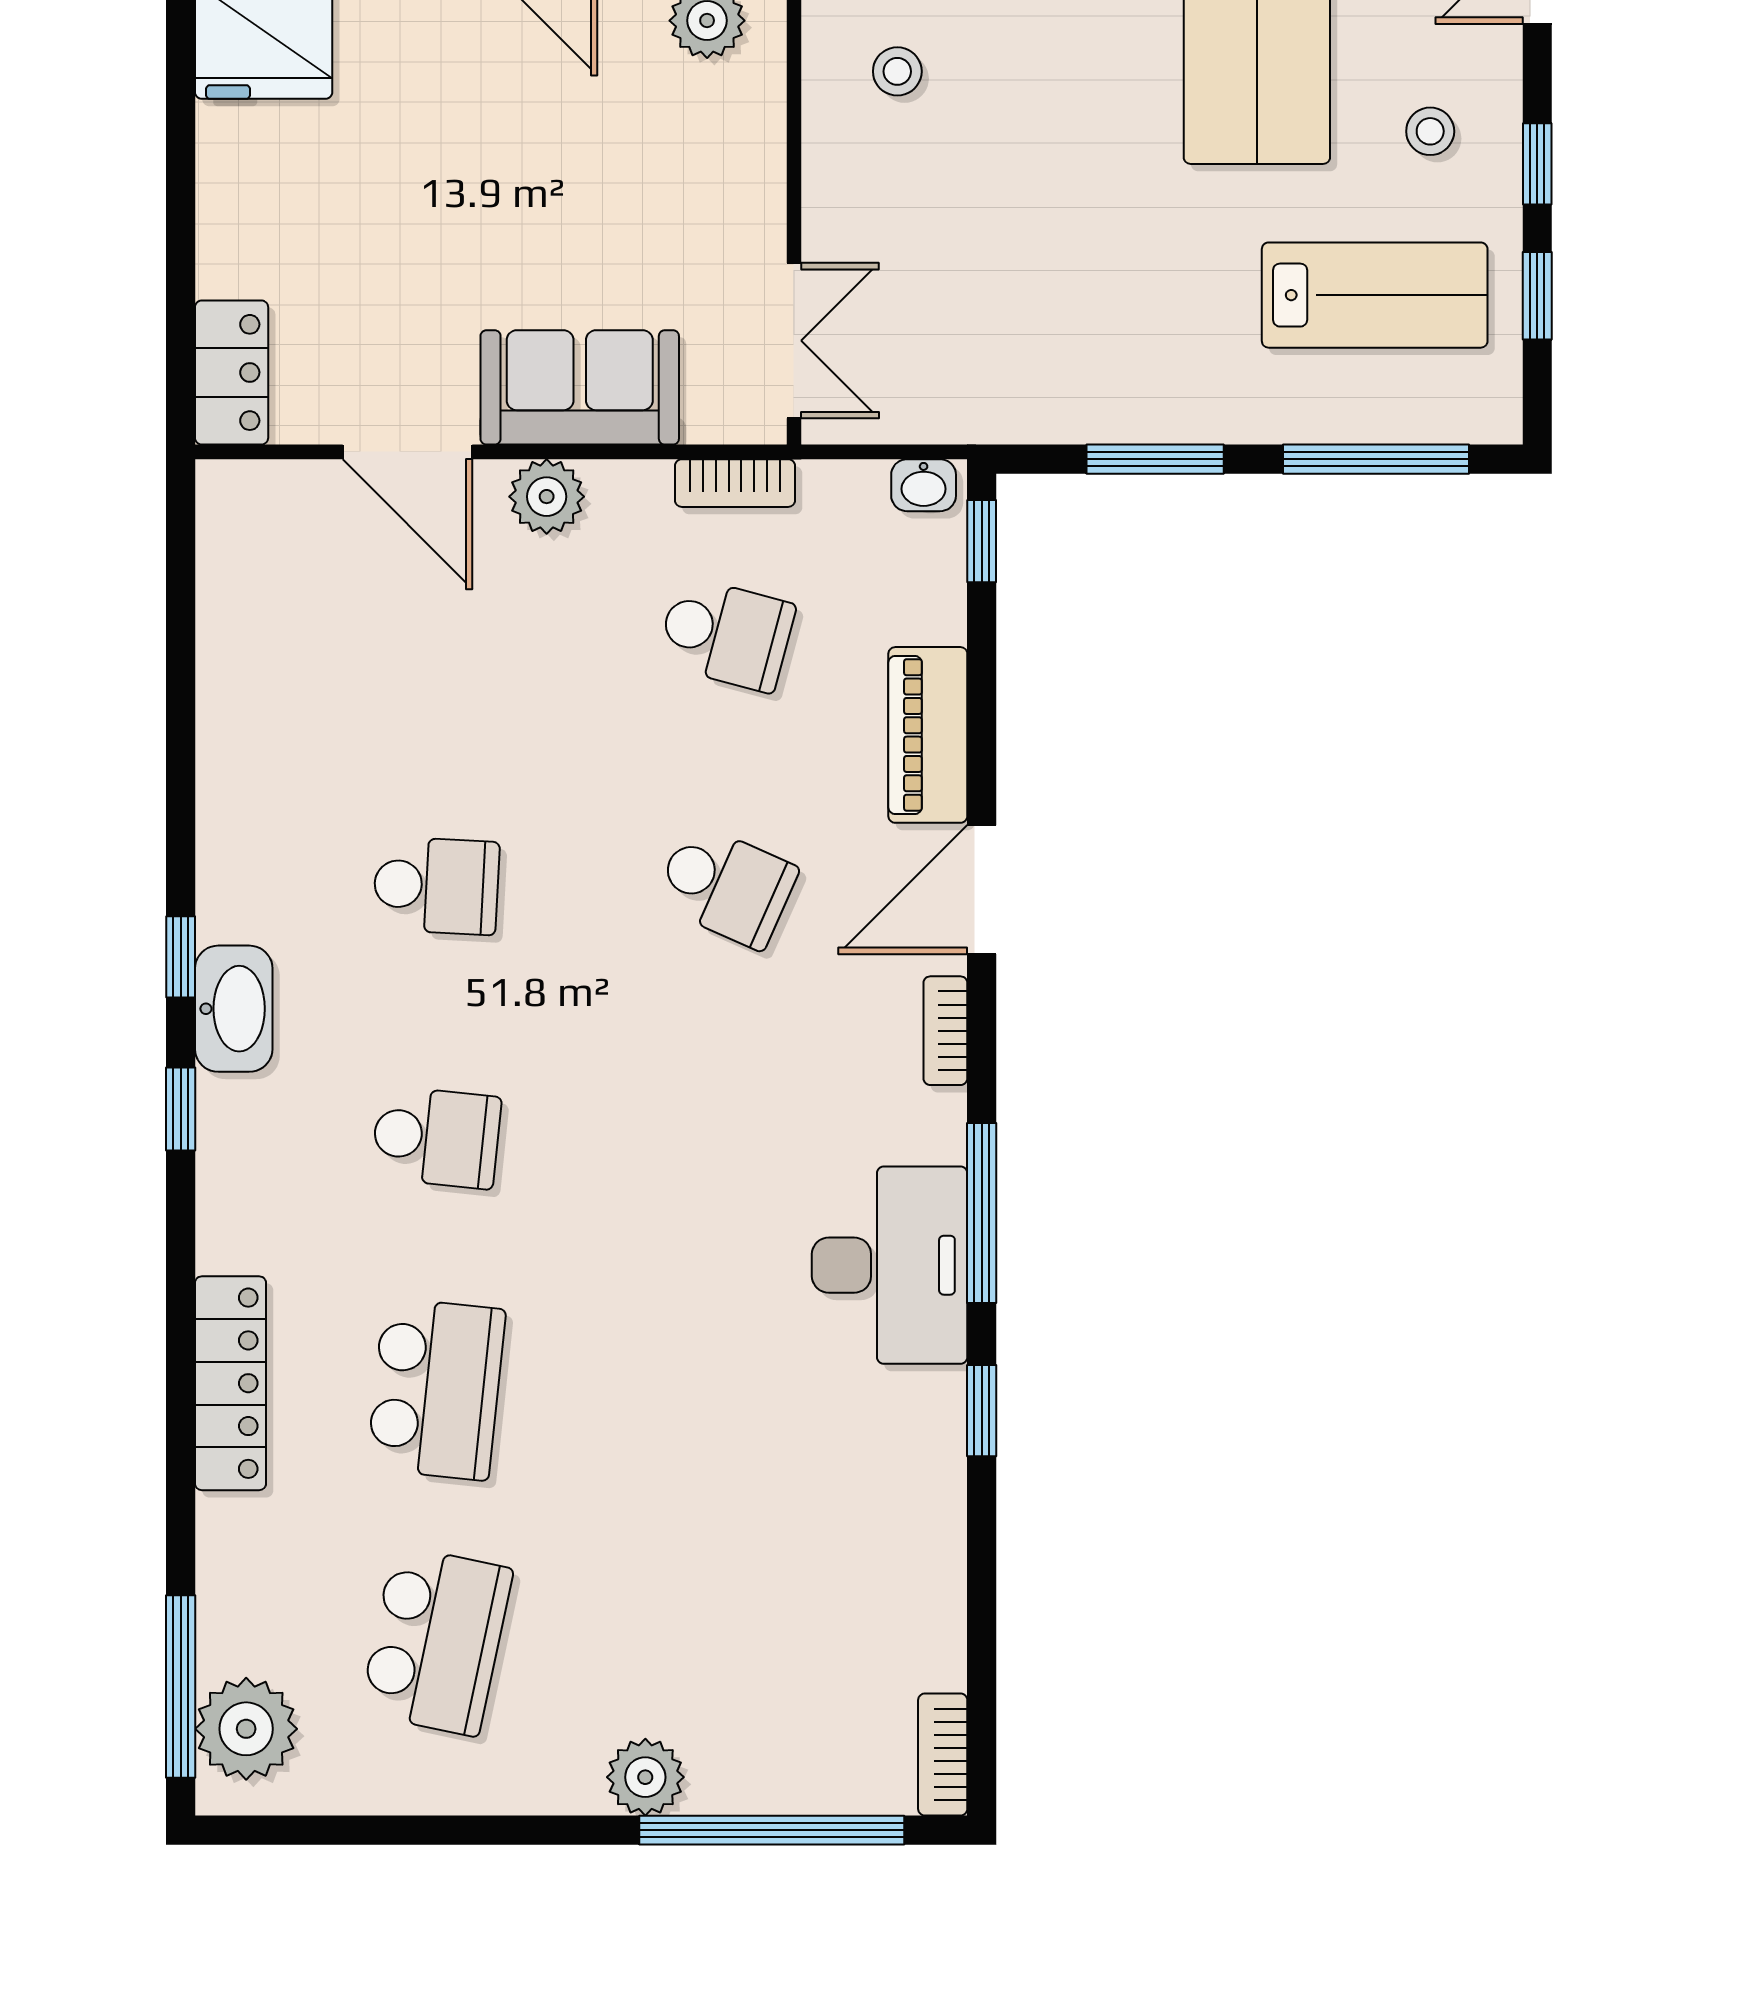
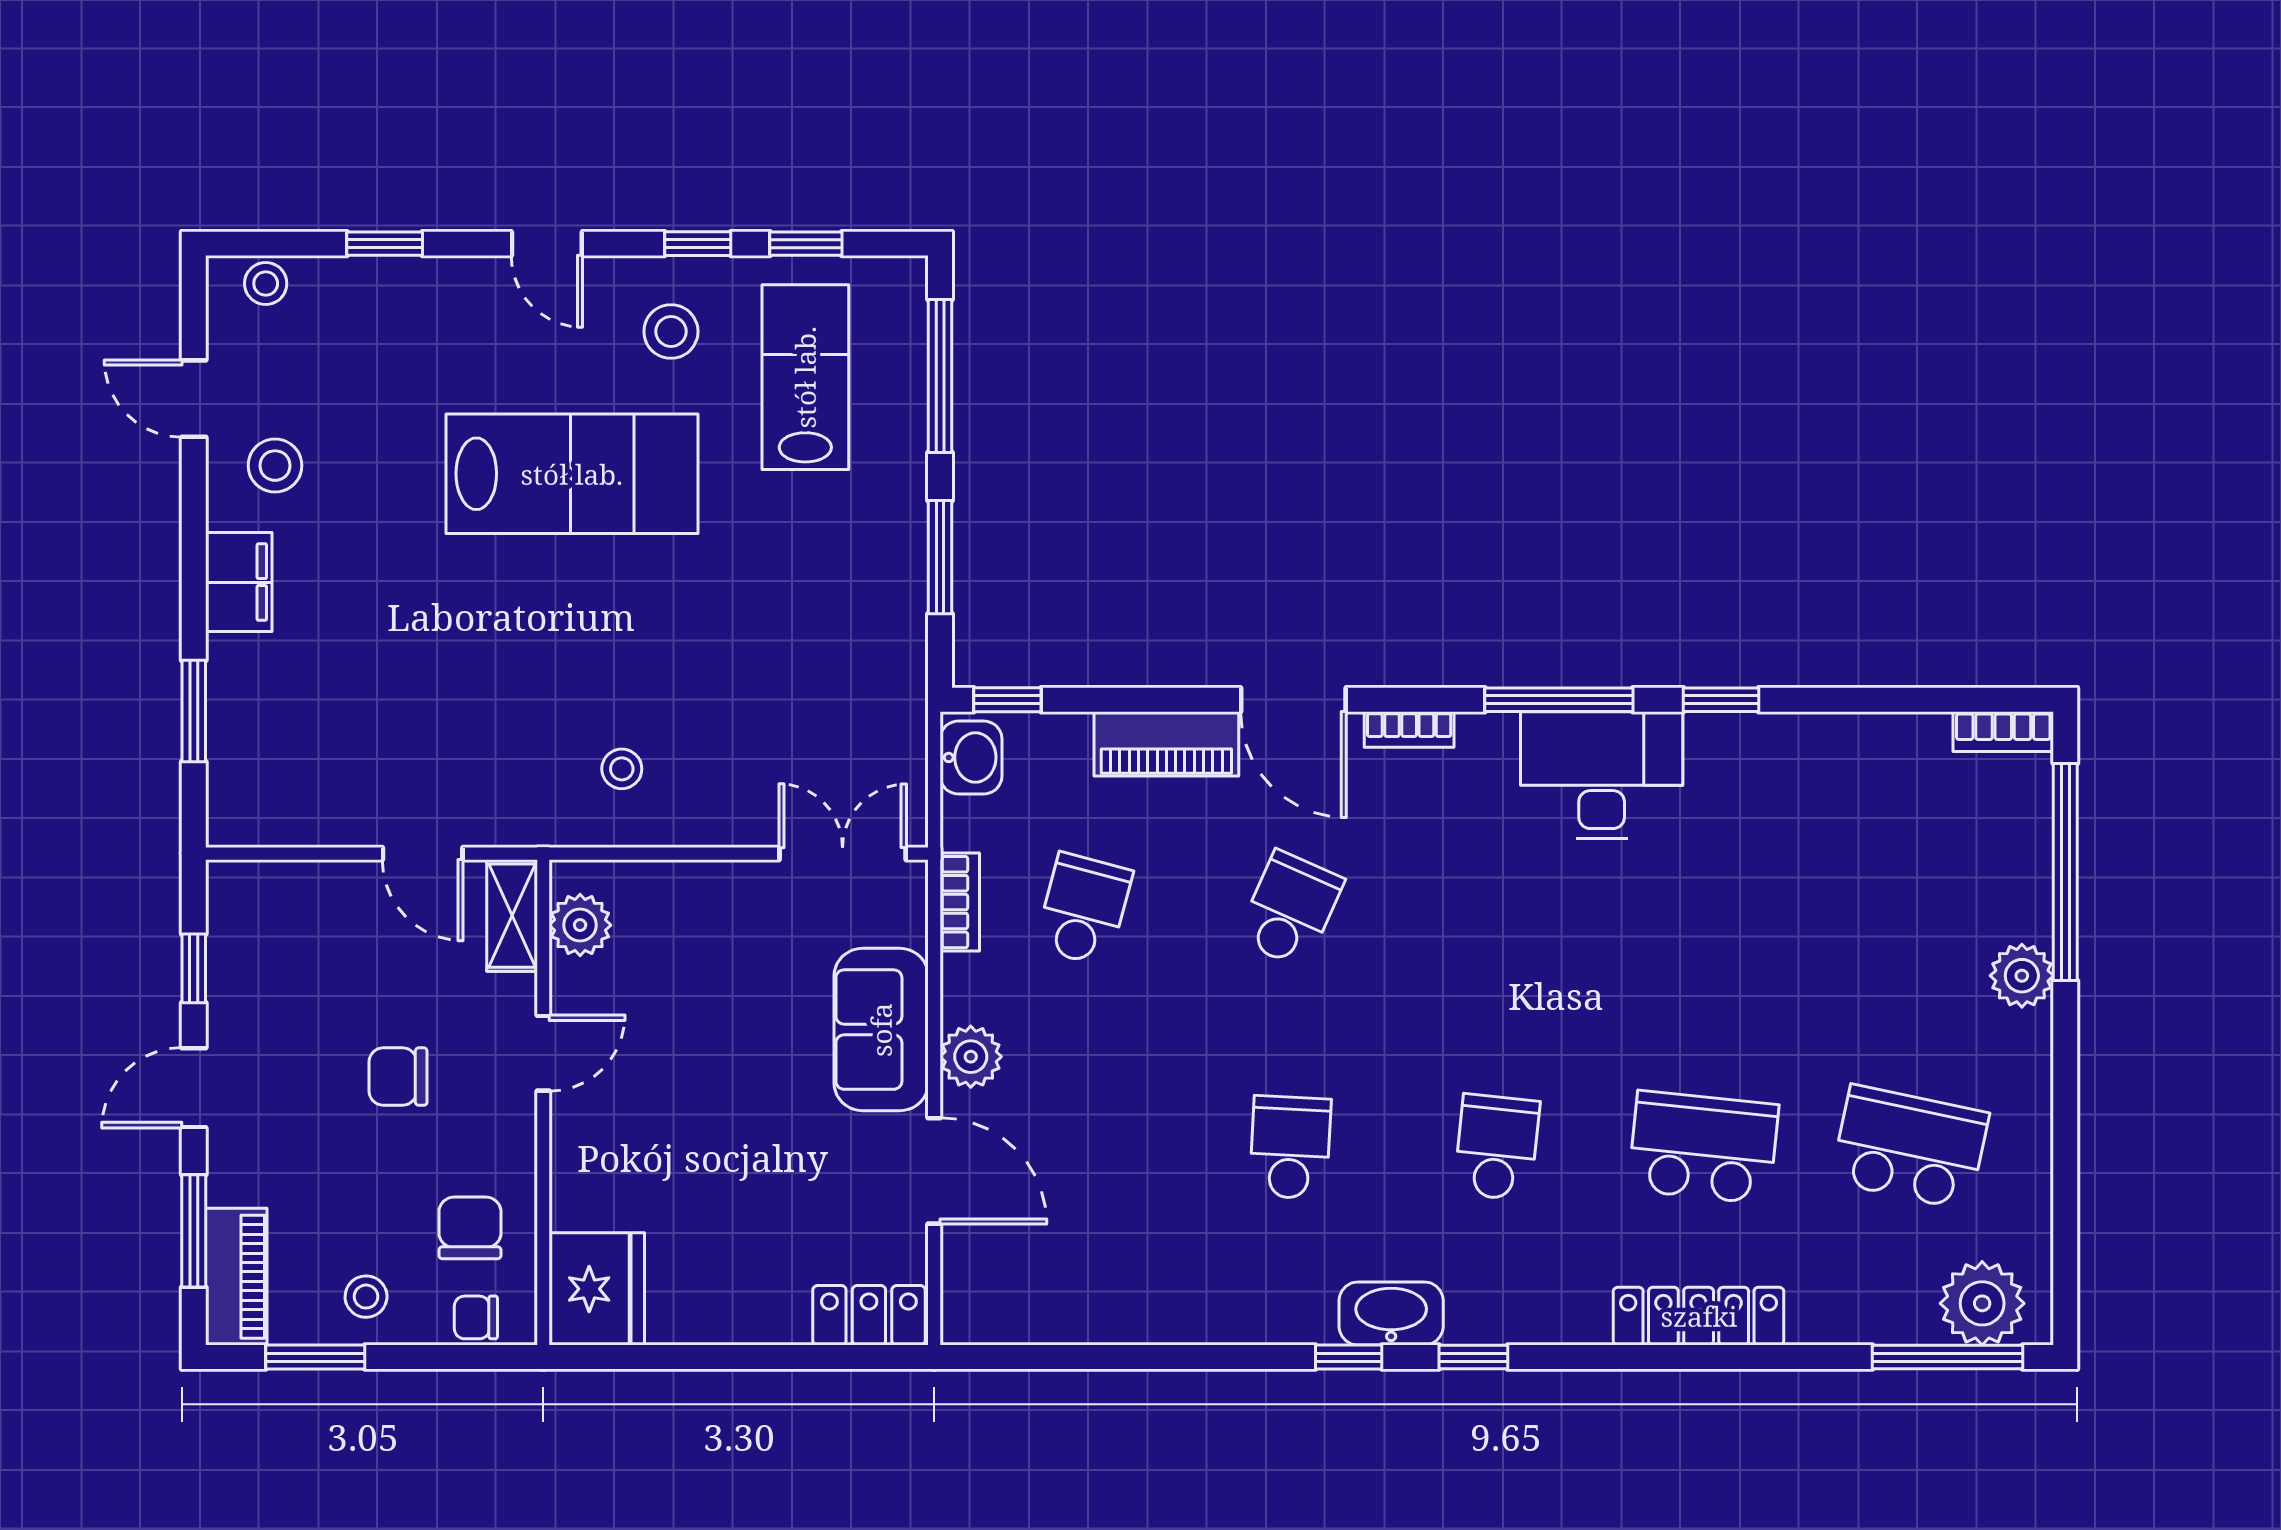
stool: (1430, 131) -> (671, 331), width x1.37, depth x1.37
door: (407, 452) -> (934, 1171), hinge flipped
washbasin: (924, 485) -> (971, 757), width x1.38, depth x1.45

